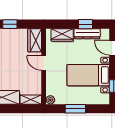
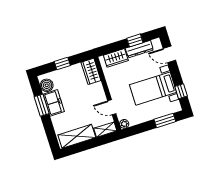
door: (44, 63) -> (112, 107), moved
window: (75, 109) -> (165, 120), moved

